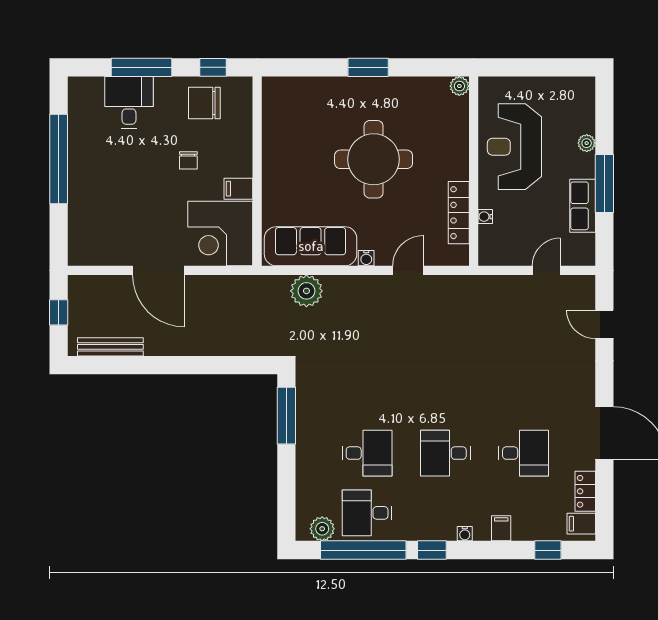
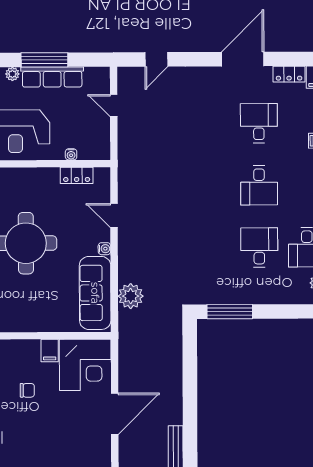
row of seats: (583, 206) -> (52, 77), width x1.48
locker: (459, 213) -> (77, 175), width x0.66

